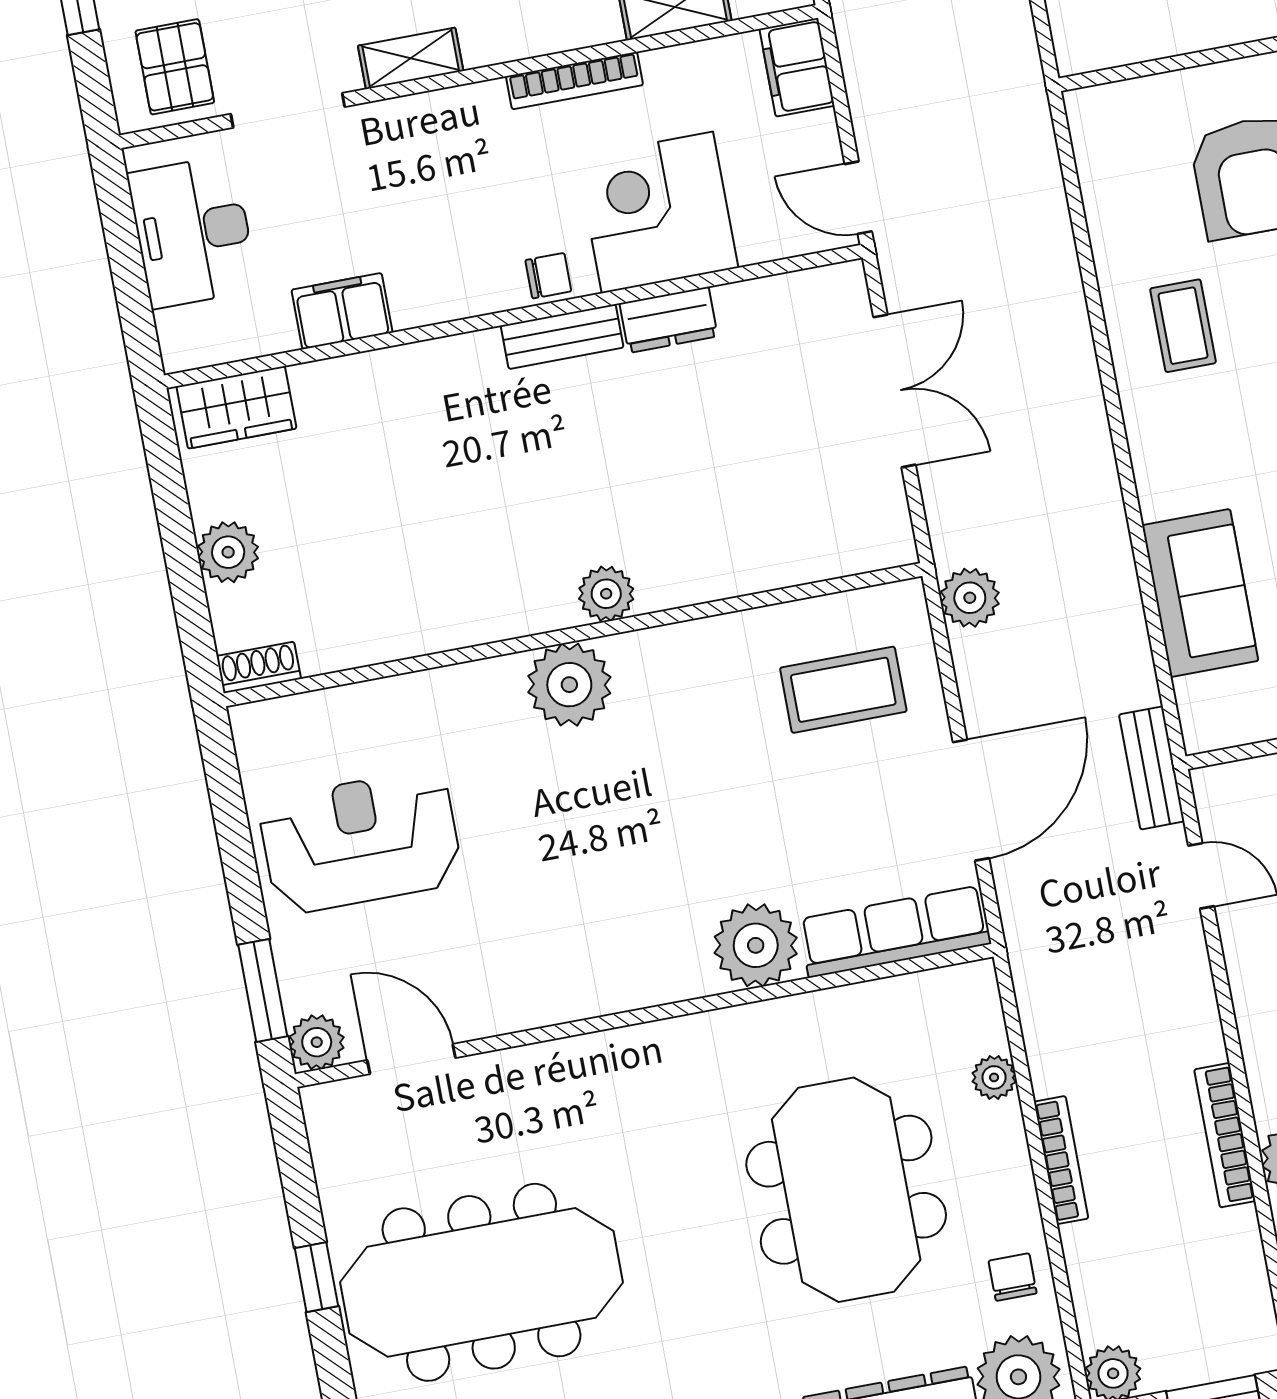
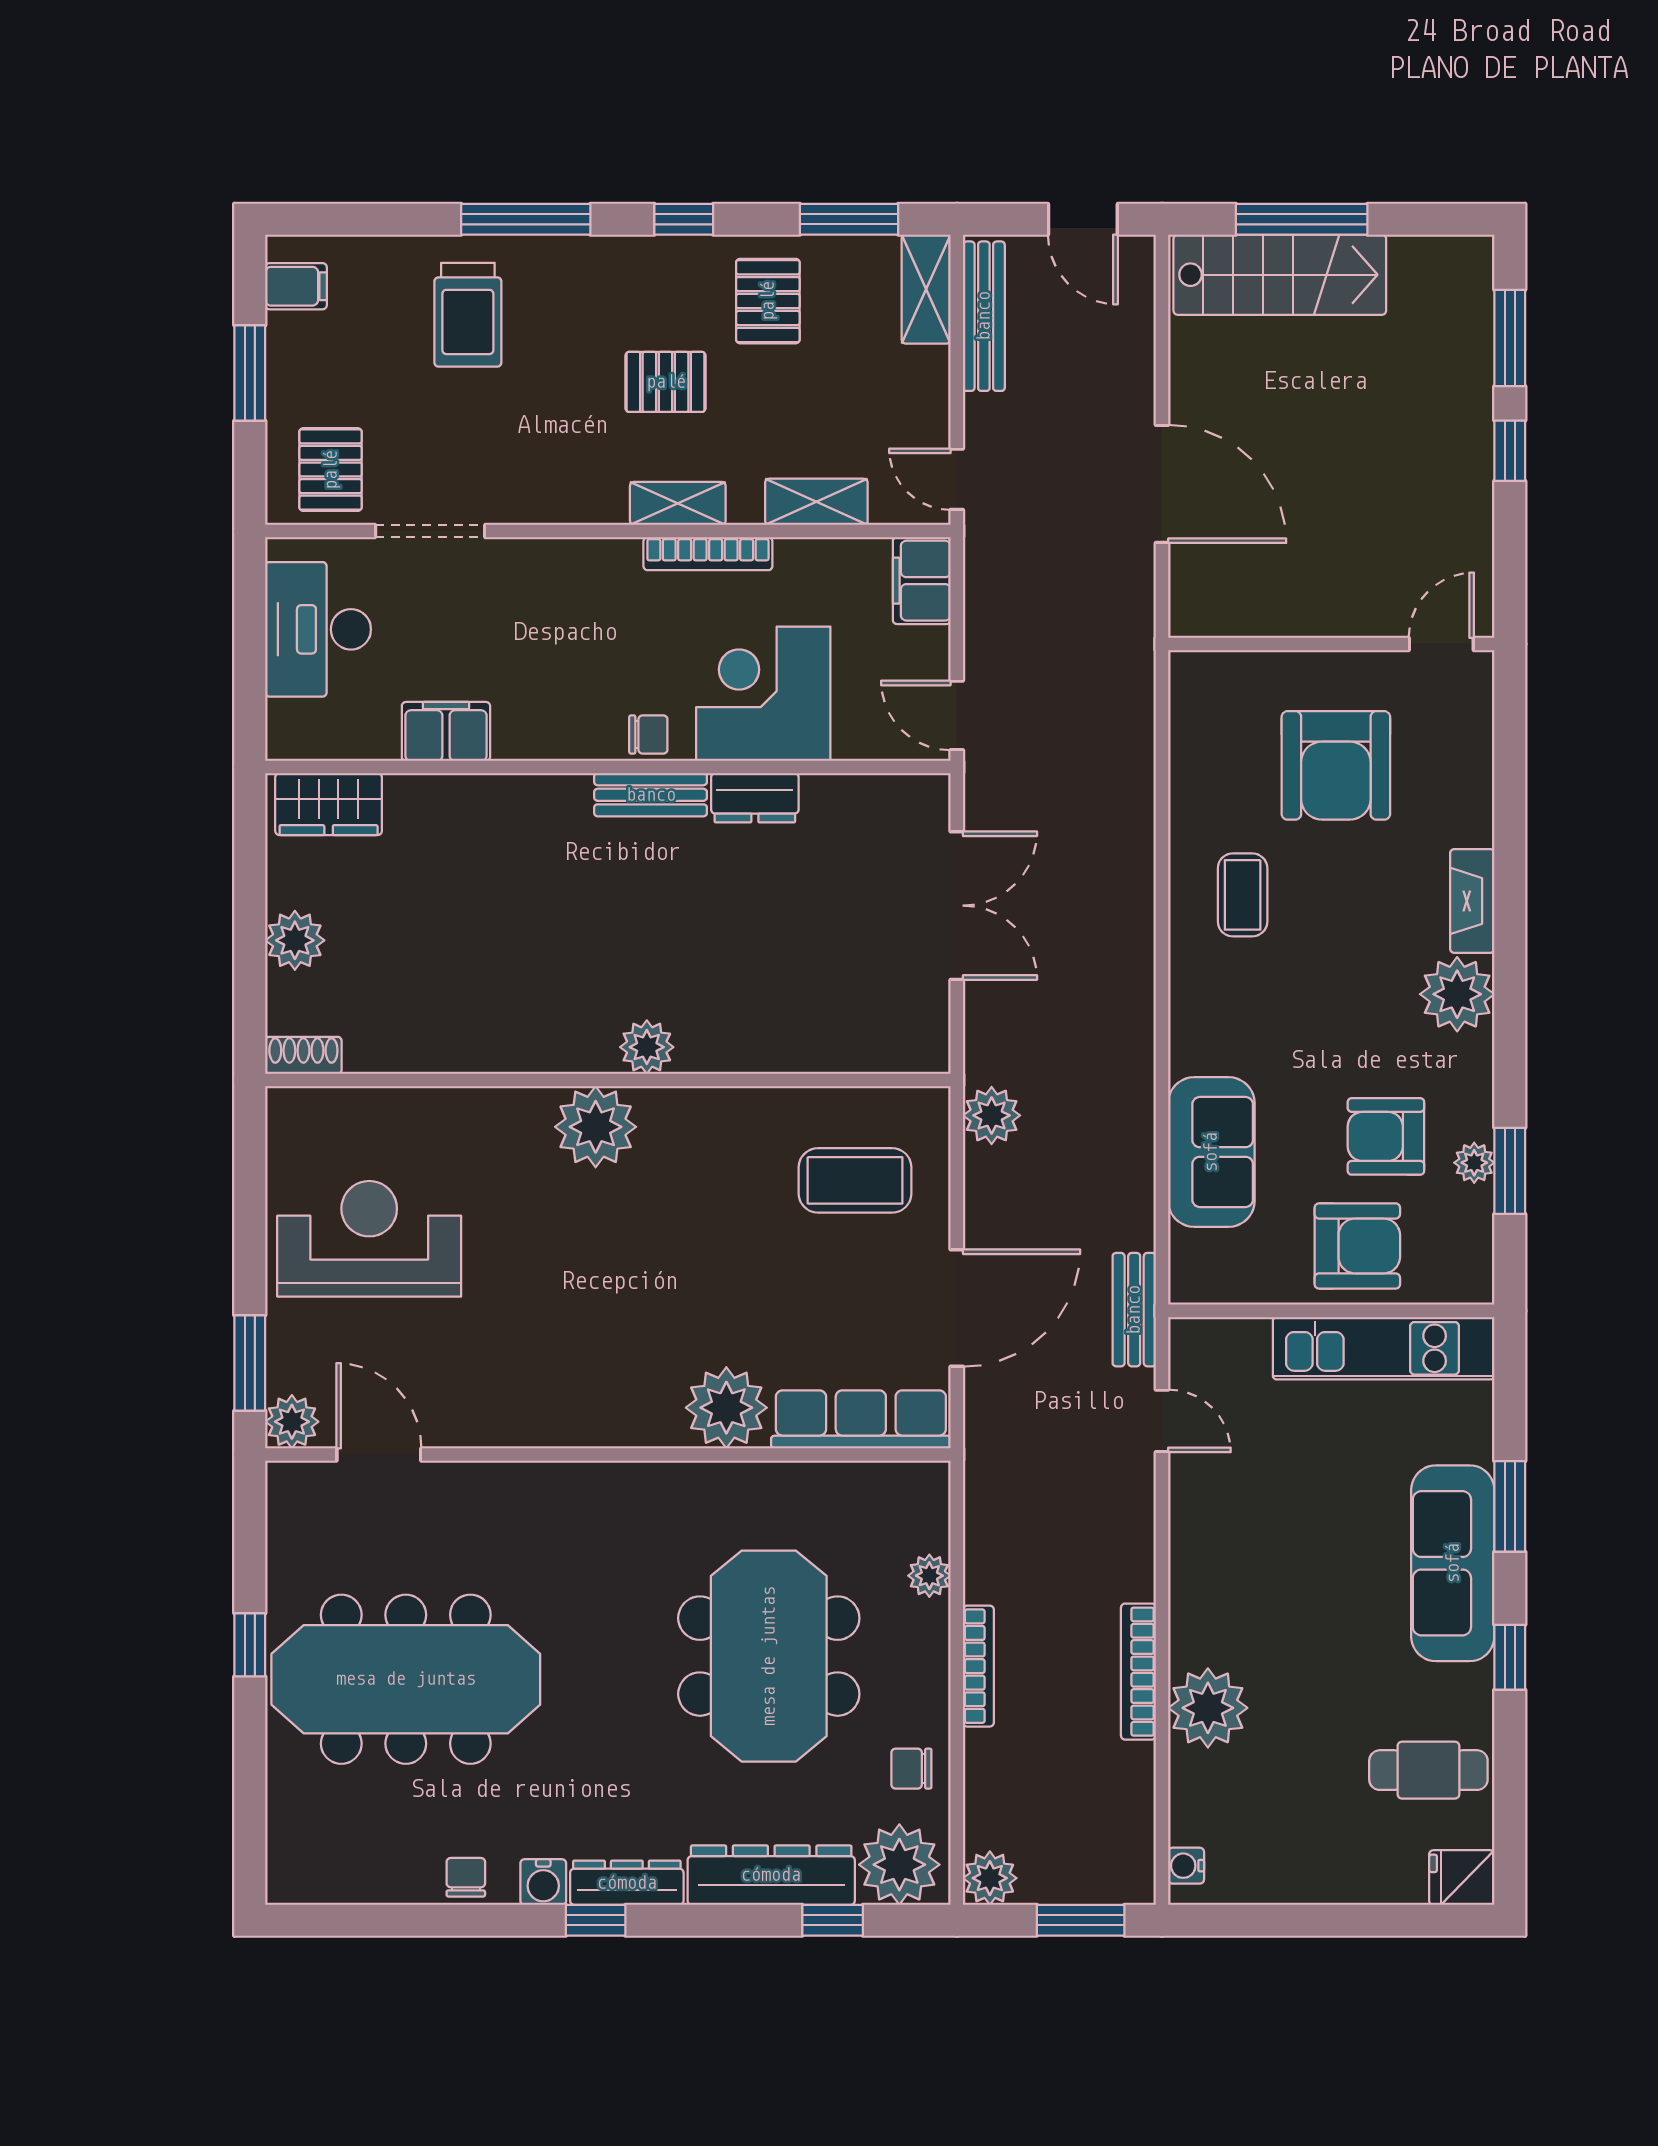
shelving: (411, 58) -> (678, 503), moved
chair: (1013, 1277) -> (911, 1769), turned -90

